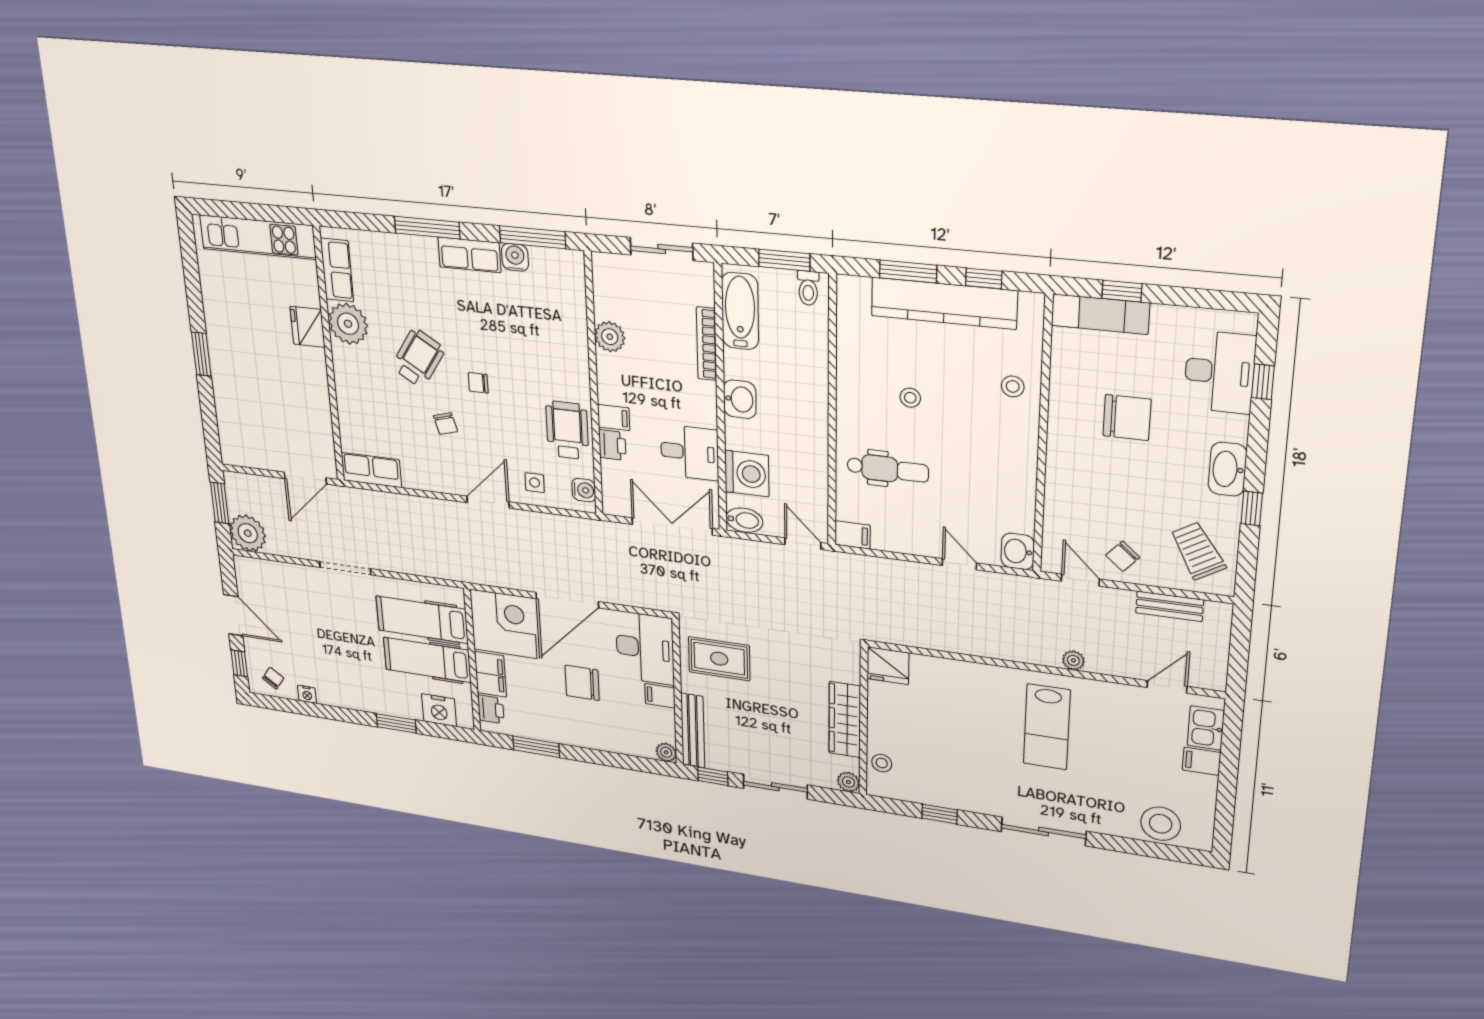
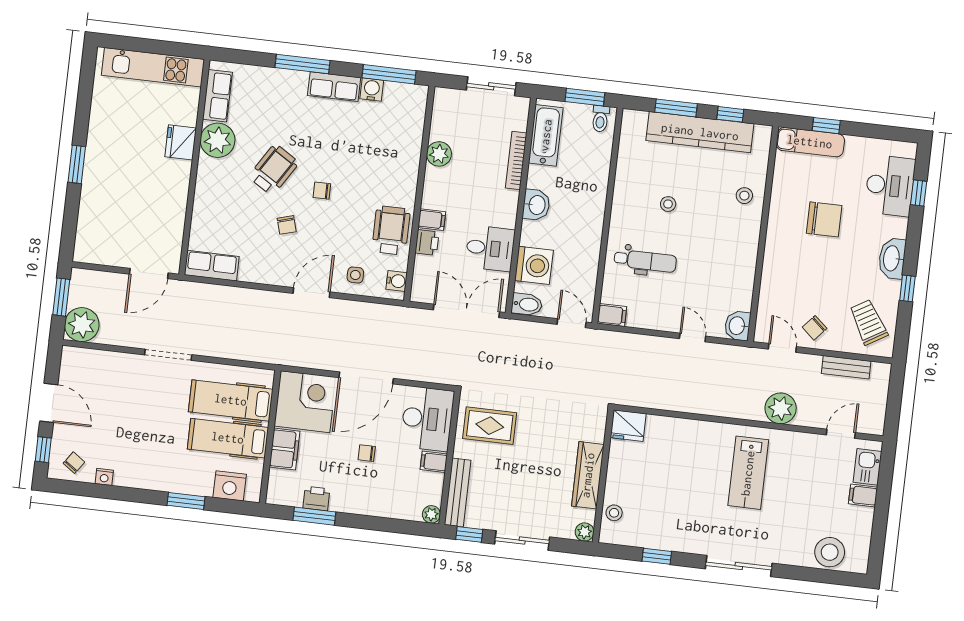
plant: (1073, 660) -> (781, 408), width x1.88, depth x1.88
chair: (582, 683) -> (367, 453), width x0.54, depth x0.54
printer: (491, 709) -> (316, 498), moved, turned -90

